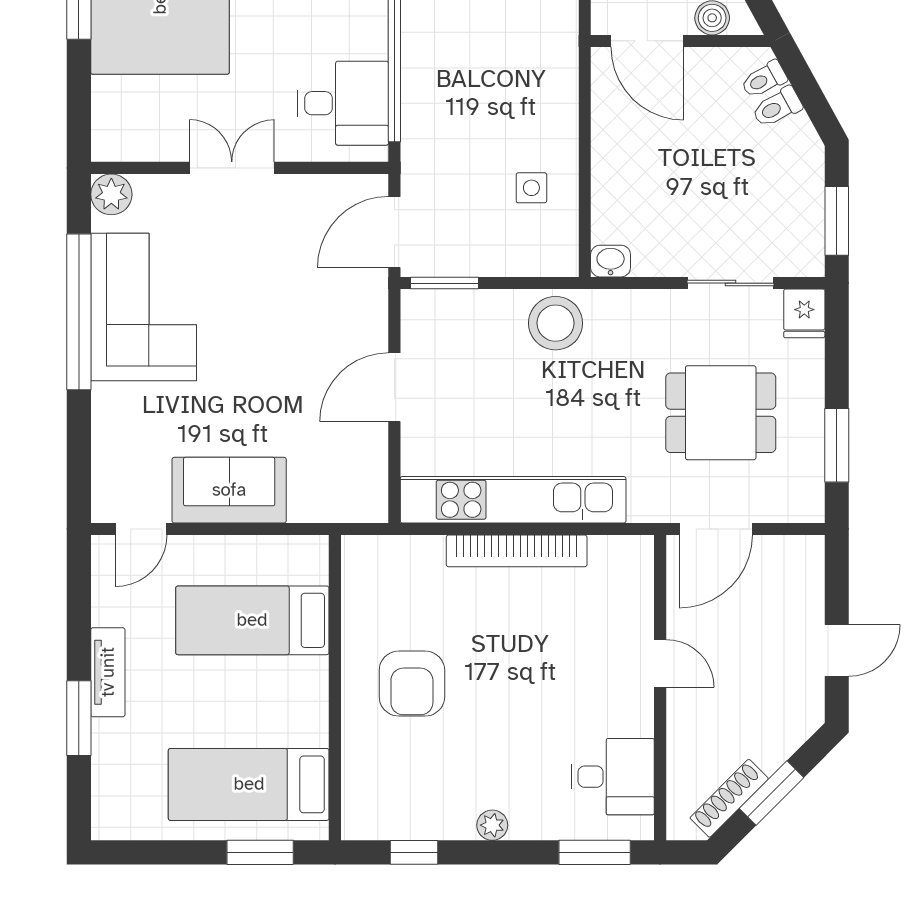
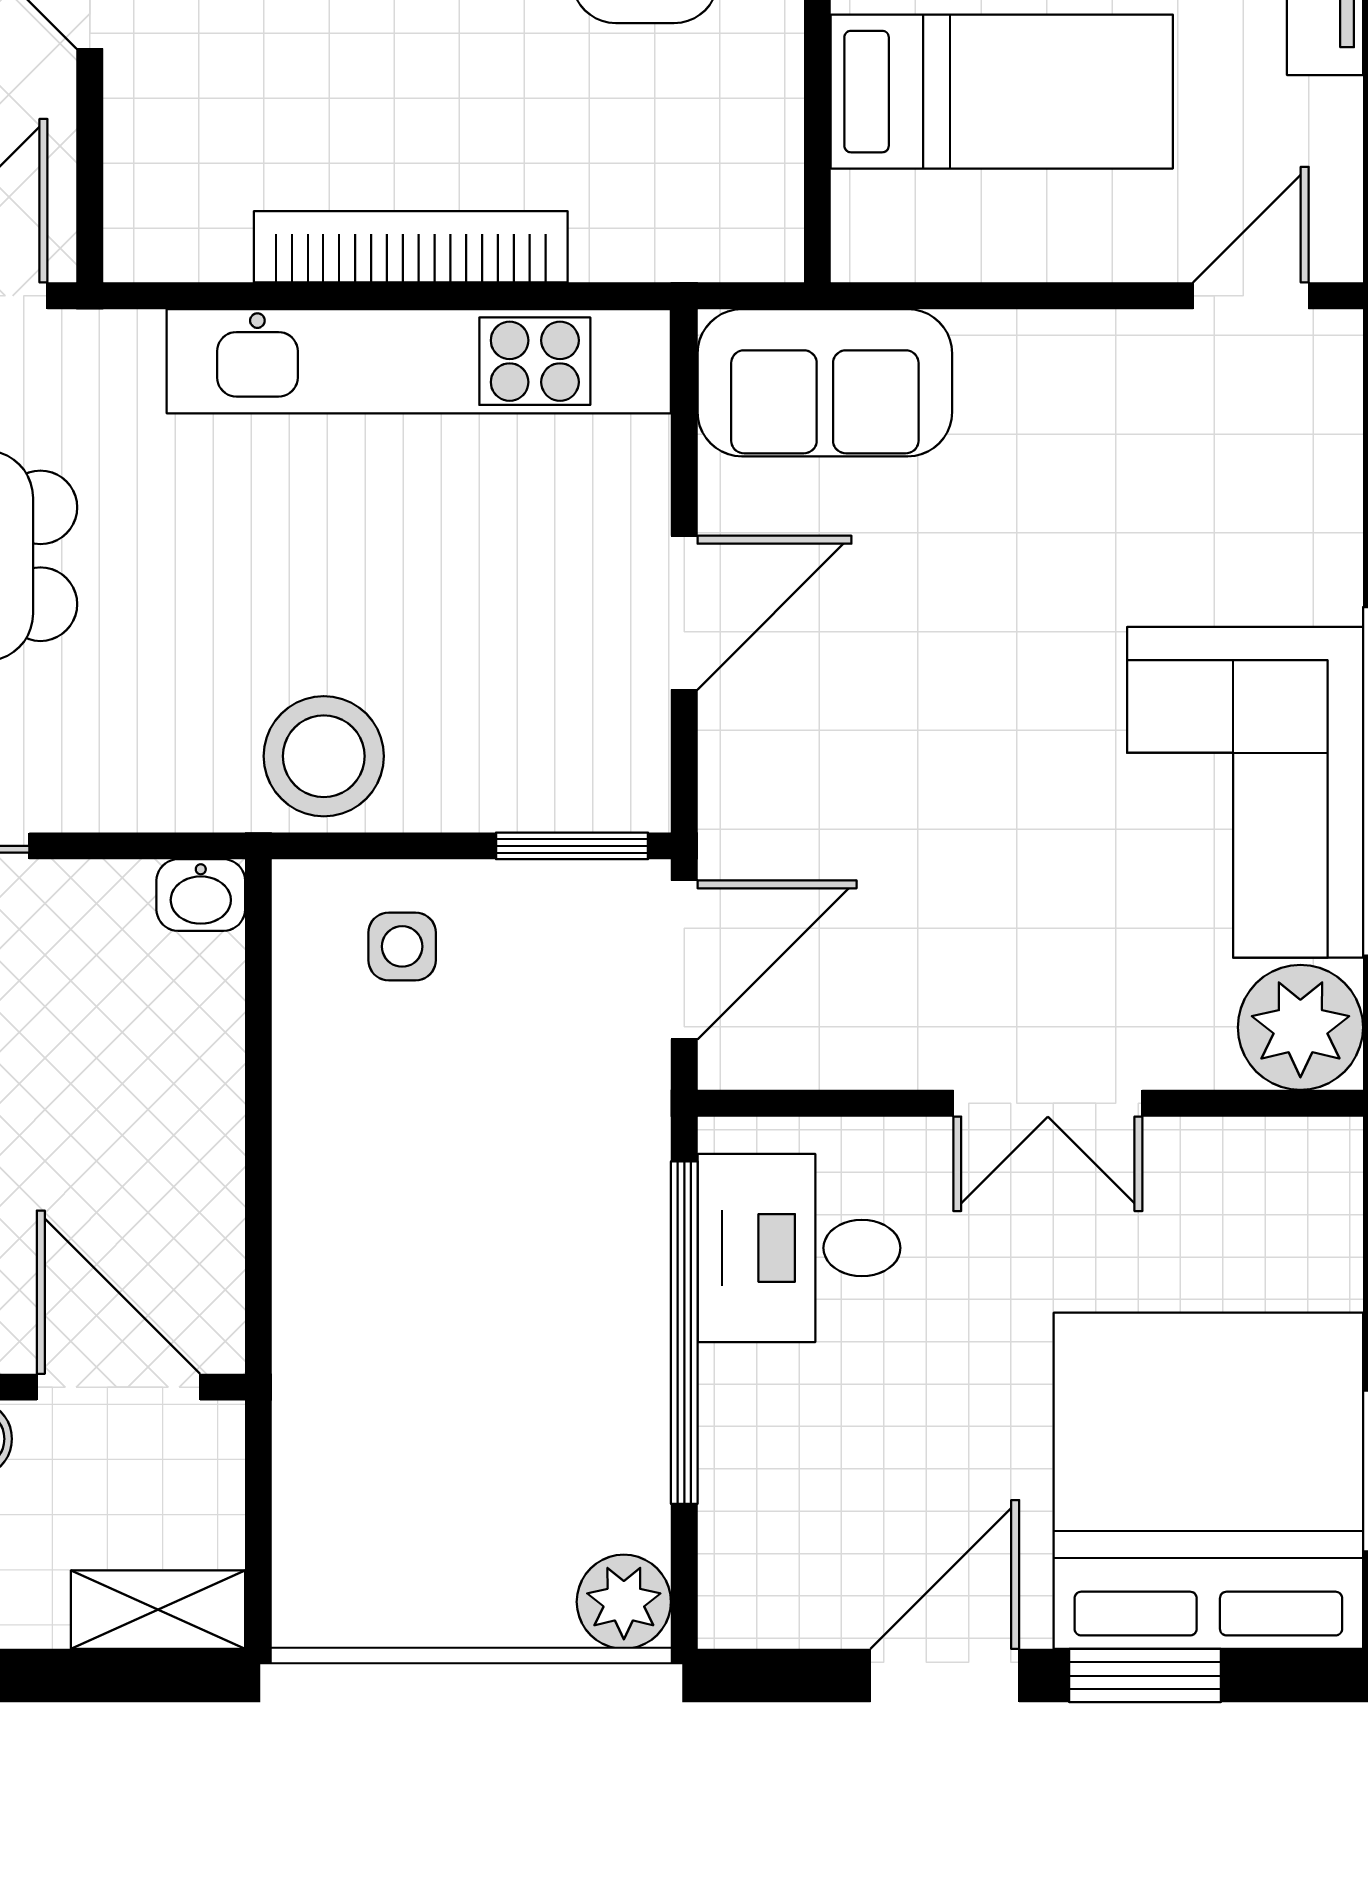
side table: (531, 188) -> (402, 946), moved
plant: (111, 194) -> (1300, 1027), width x1.36, depth x1.36
sofa: (229, 490) -> (825, 383), moved

